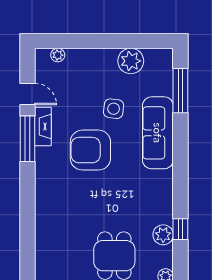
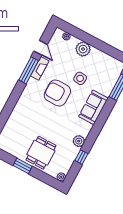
plant: (131, 61) -> (83, 49), moved
sofa: (158, 133) -> (93, 107), width x0.73
plant: (163, 235) -> (79, 141), moved

